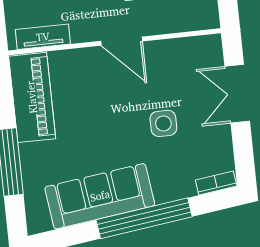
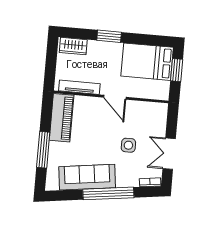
tv unit: (43, 37) -> (79, 87), width x1.41
double door: (237, 94) -> (169, 154), moved

